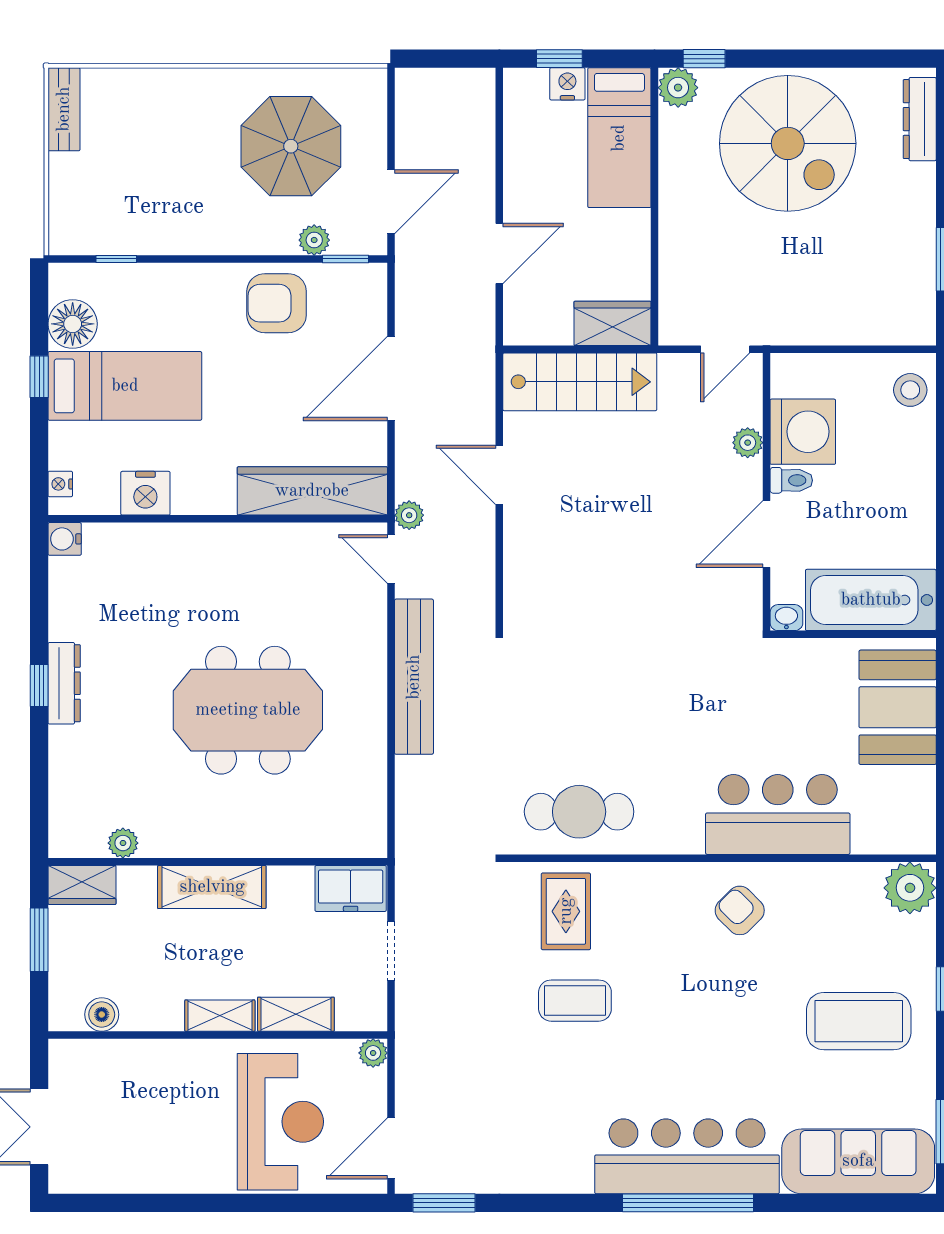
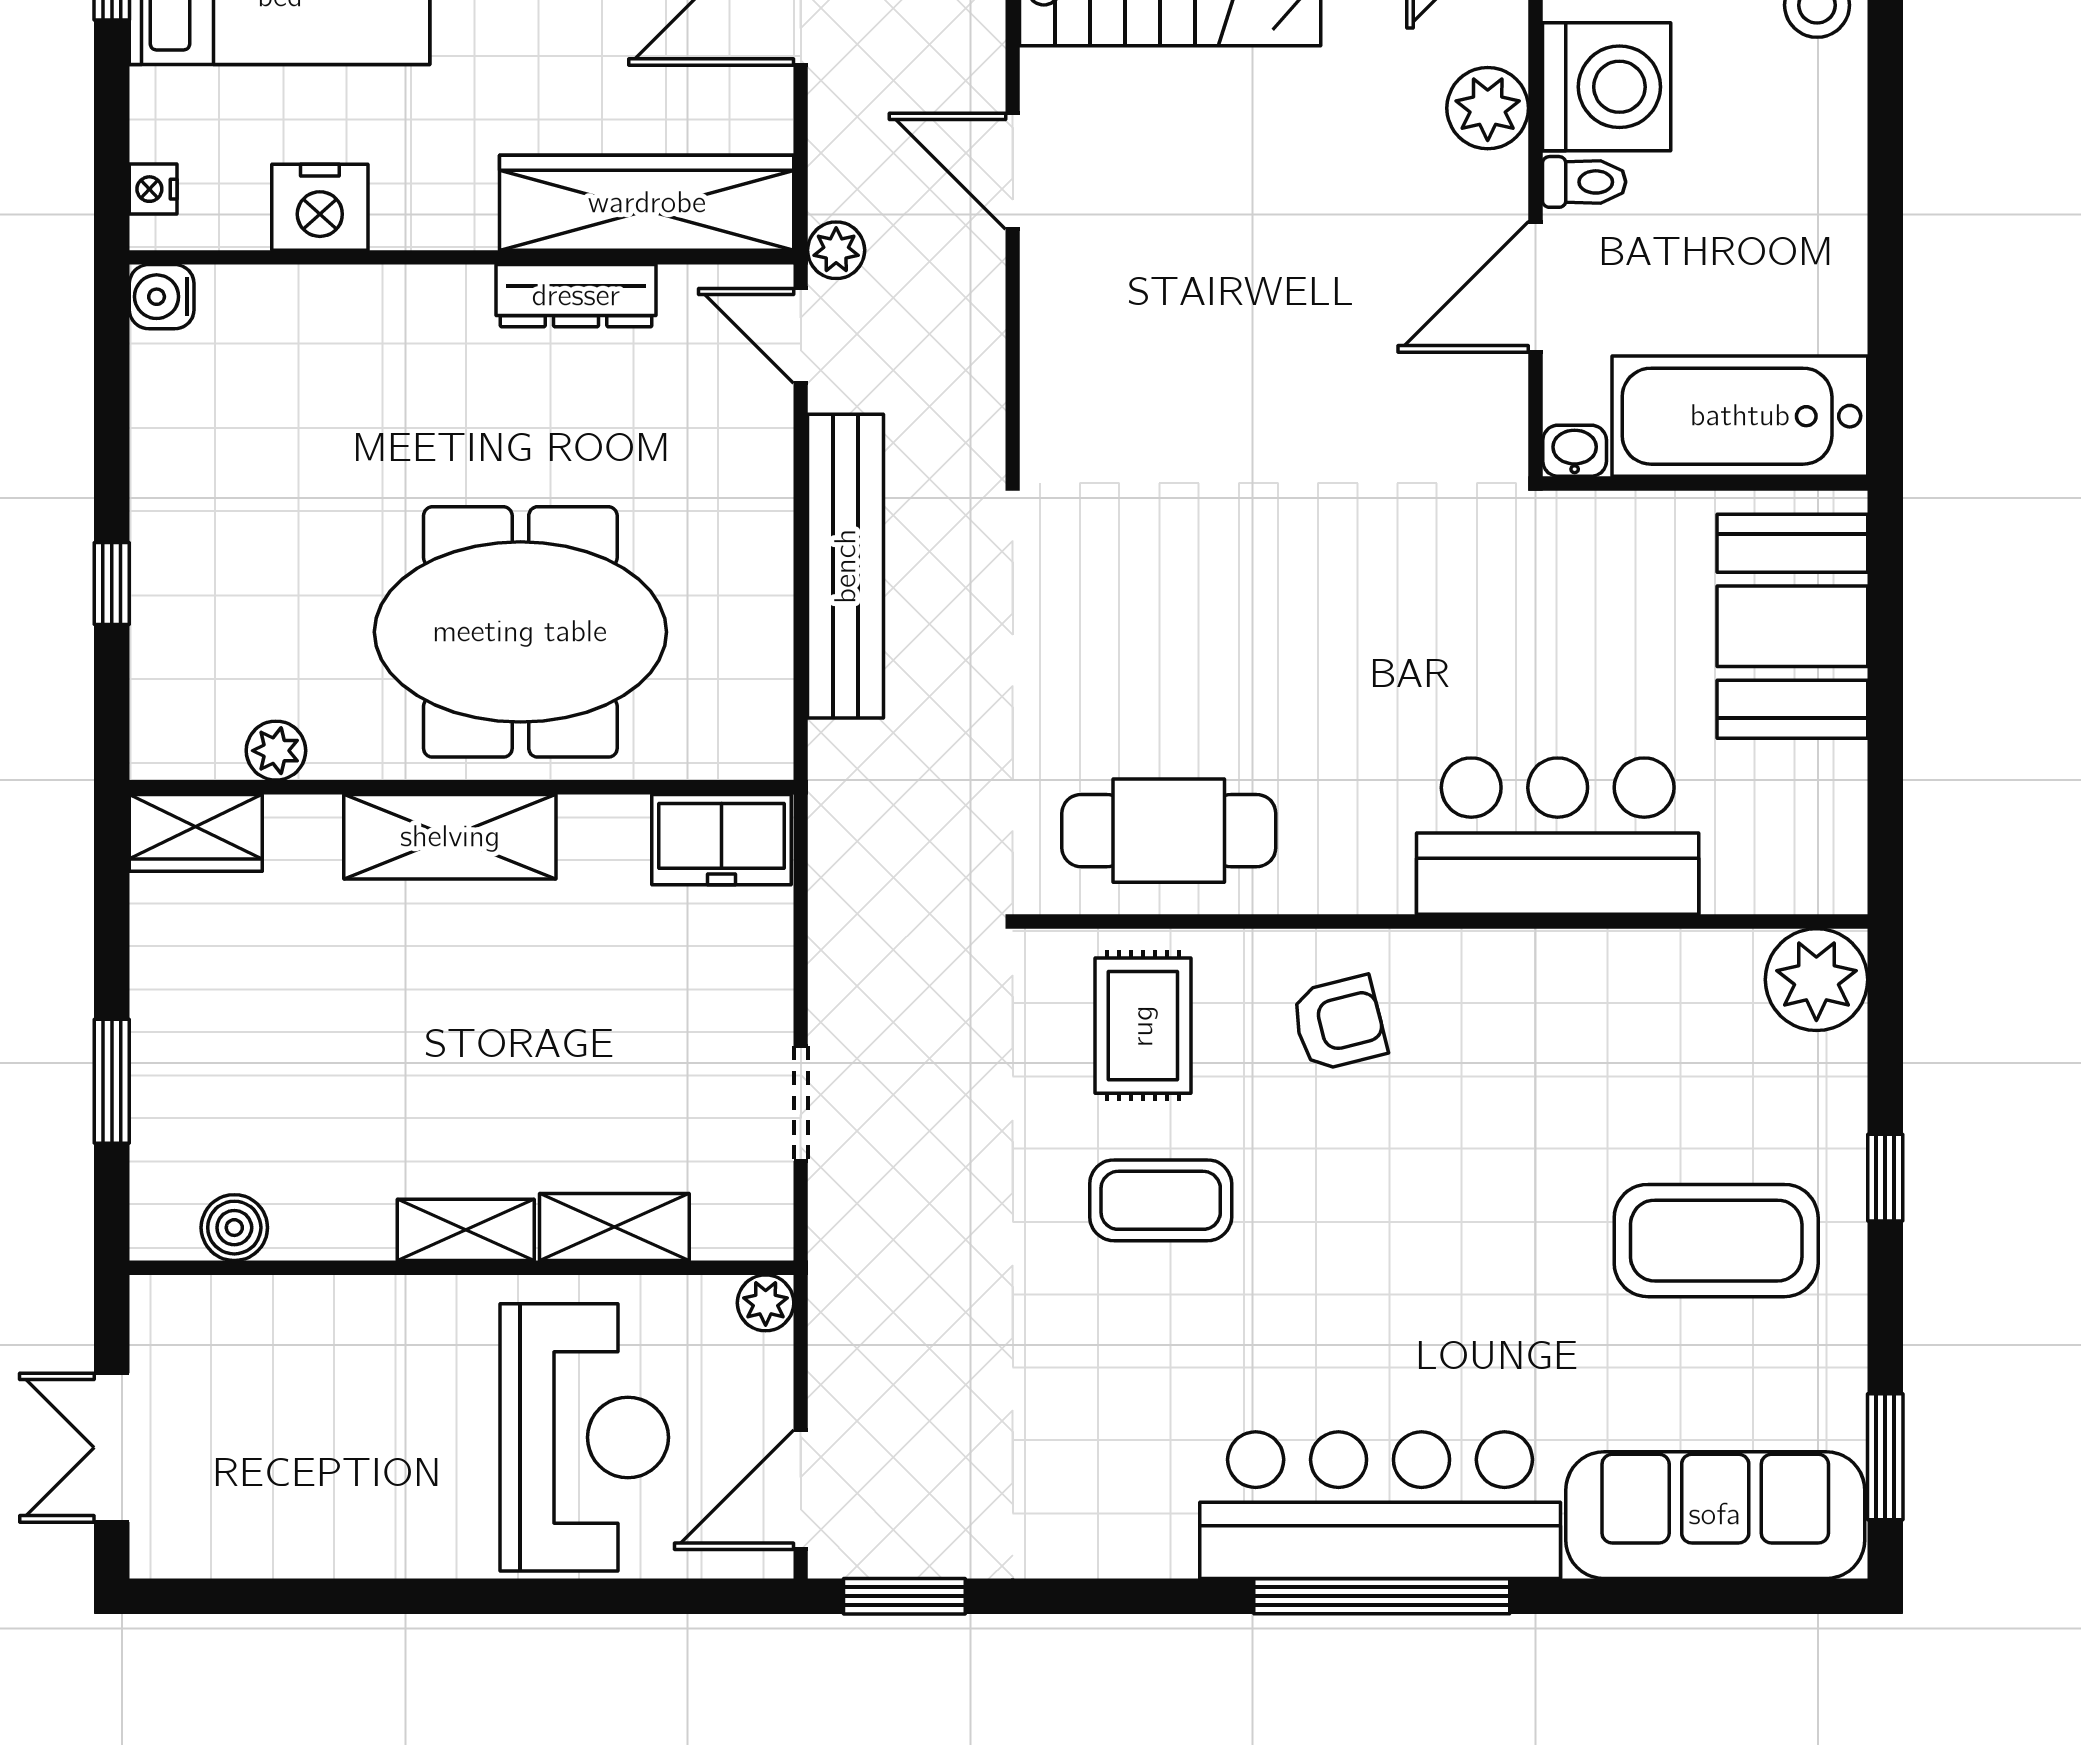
plant: (748, 443) -> (1488, 108), width x1.38, depth x1.38
dresser: (64, 683) -> (576, 296), moved, turned 90
plant: (123, 843) -> (276, 751), moved
wall: (218, 862) -> (462, 787), moved
wardrobe: (82, 885) -> (196, 833), moved
shelving: (212, 887) -> (450, 837), moved
freezer: (351, 888) -> (722, 840), moved
armchair: (740, 910) -> (1339, 1023), moved, turned 121

